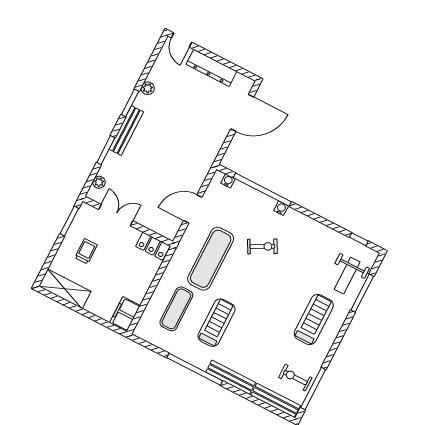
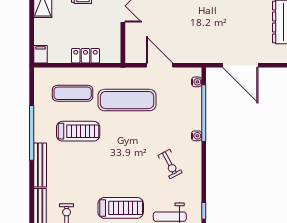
door: (242, 113) -> (240, 65), moved
locker: (153, 246) -> (85, 56), moved, turned 90
exercise bike: (262, 246) -> (170, 164), moved
filing cabinet: (125, 314) -> (41, 54), width x0.50

